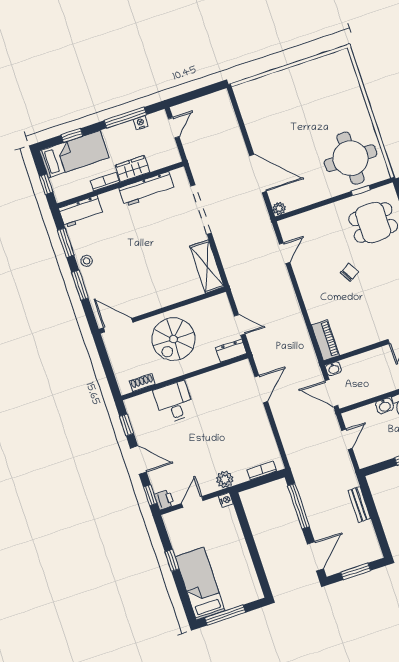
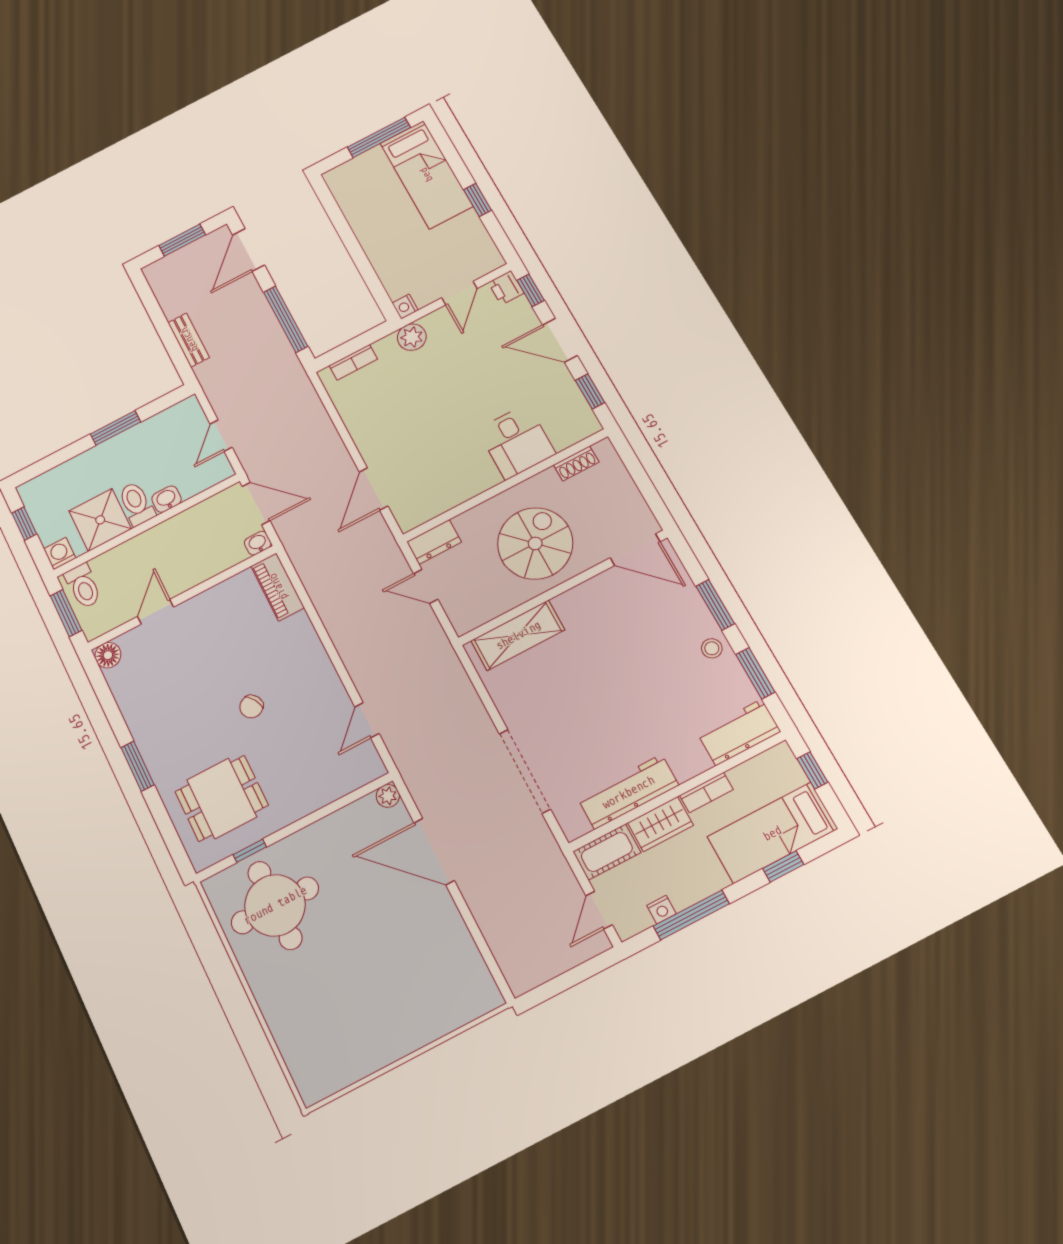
cot: (164, 158) -> (607, 852), added
shelving: (207, 266) -> (518, 635), moved, turned 90

